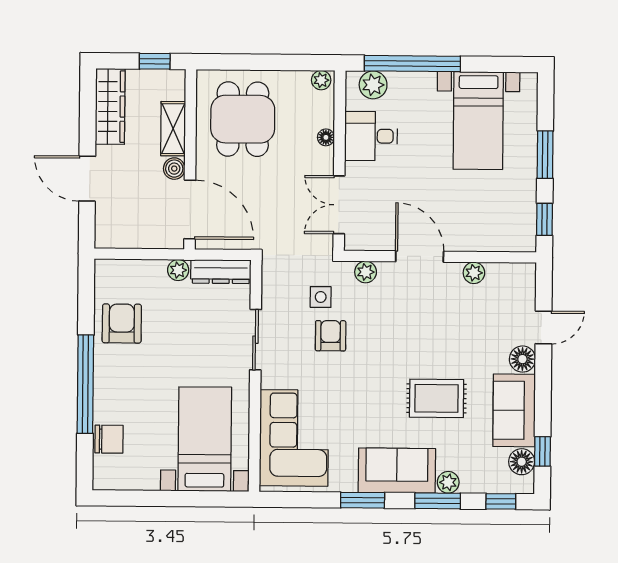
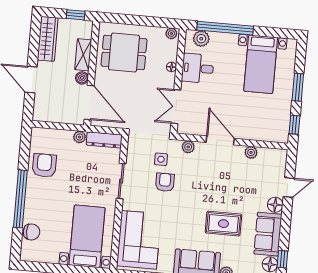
dining table: (243, 119) -> (124, 52), turned 90

